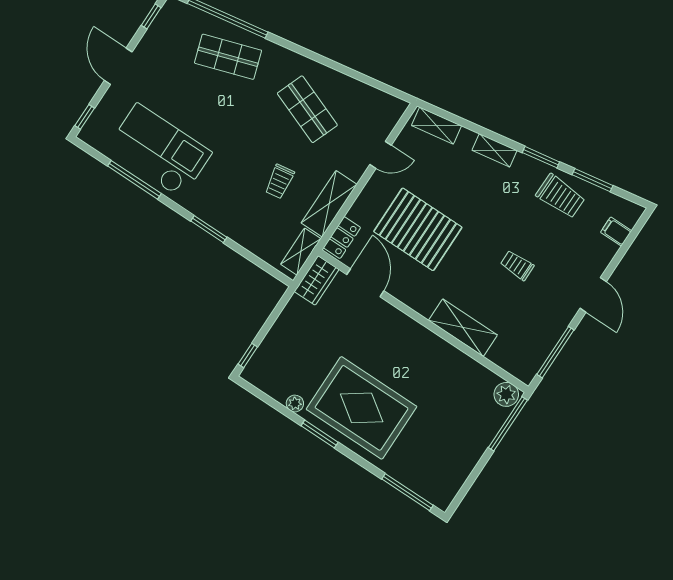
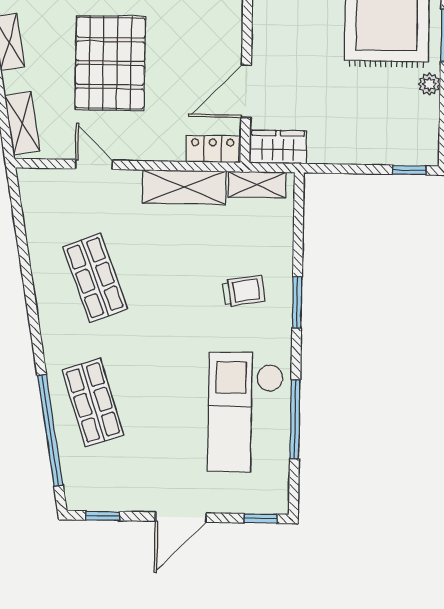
shop shelf: (307, 109) -> (95, 278), turned -42
trolley: (279, 182) -> (244, 291), moved
pallet: (418, 229) -> (110, 63), moved

